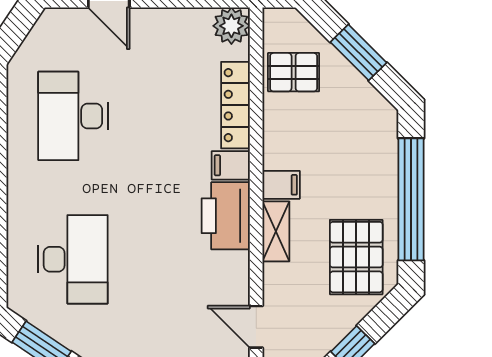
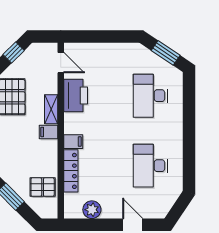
plant: (231, 26) -> (92, 210), moved
desk: (73, 116) -> (150, 166), turned 180
printer: (226, 216) -> (76, 96), moved

